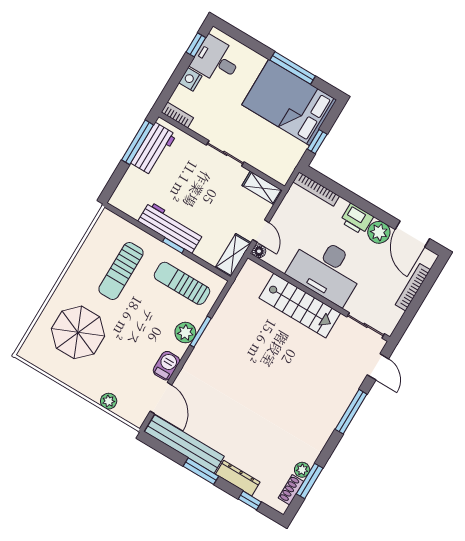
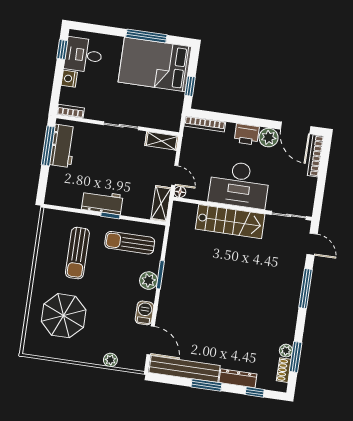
workbench: (171, 227) -> (102, 202), width x0.73
bookcase: (413, 287) -> (316, 156), moved

